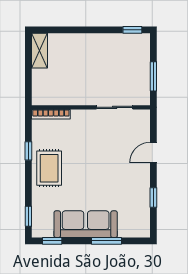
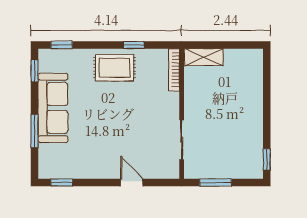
shelving: (40, 51) -> (204, 57), moved
window: (153, 198) -> (62, 182), moved

